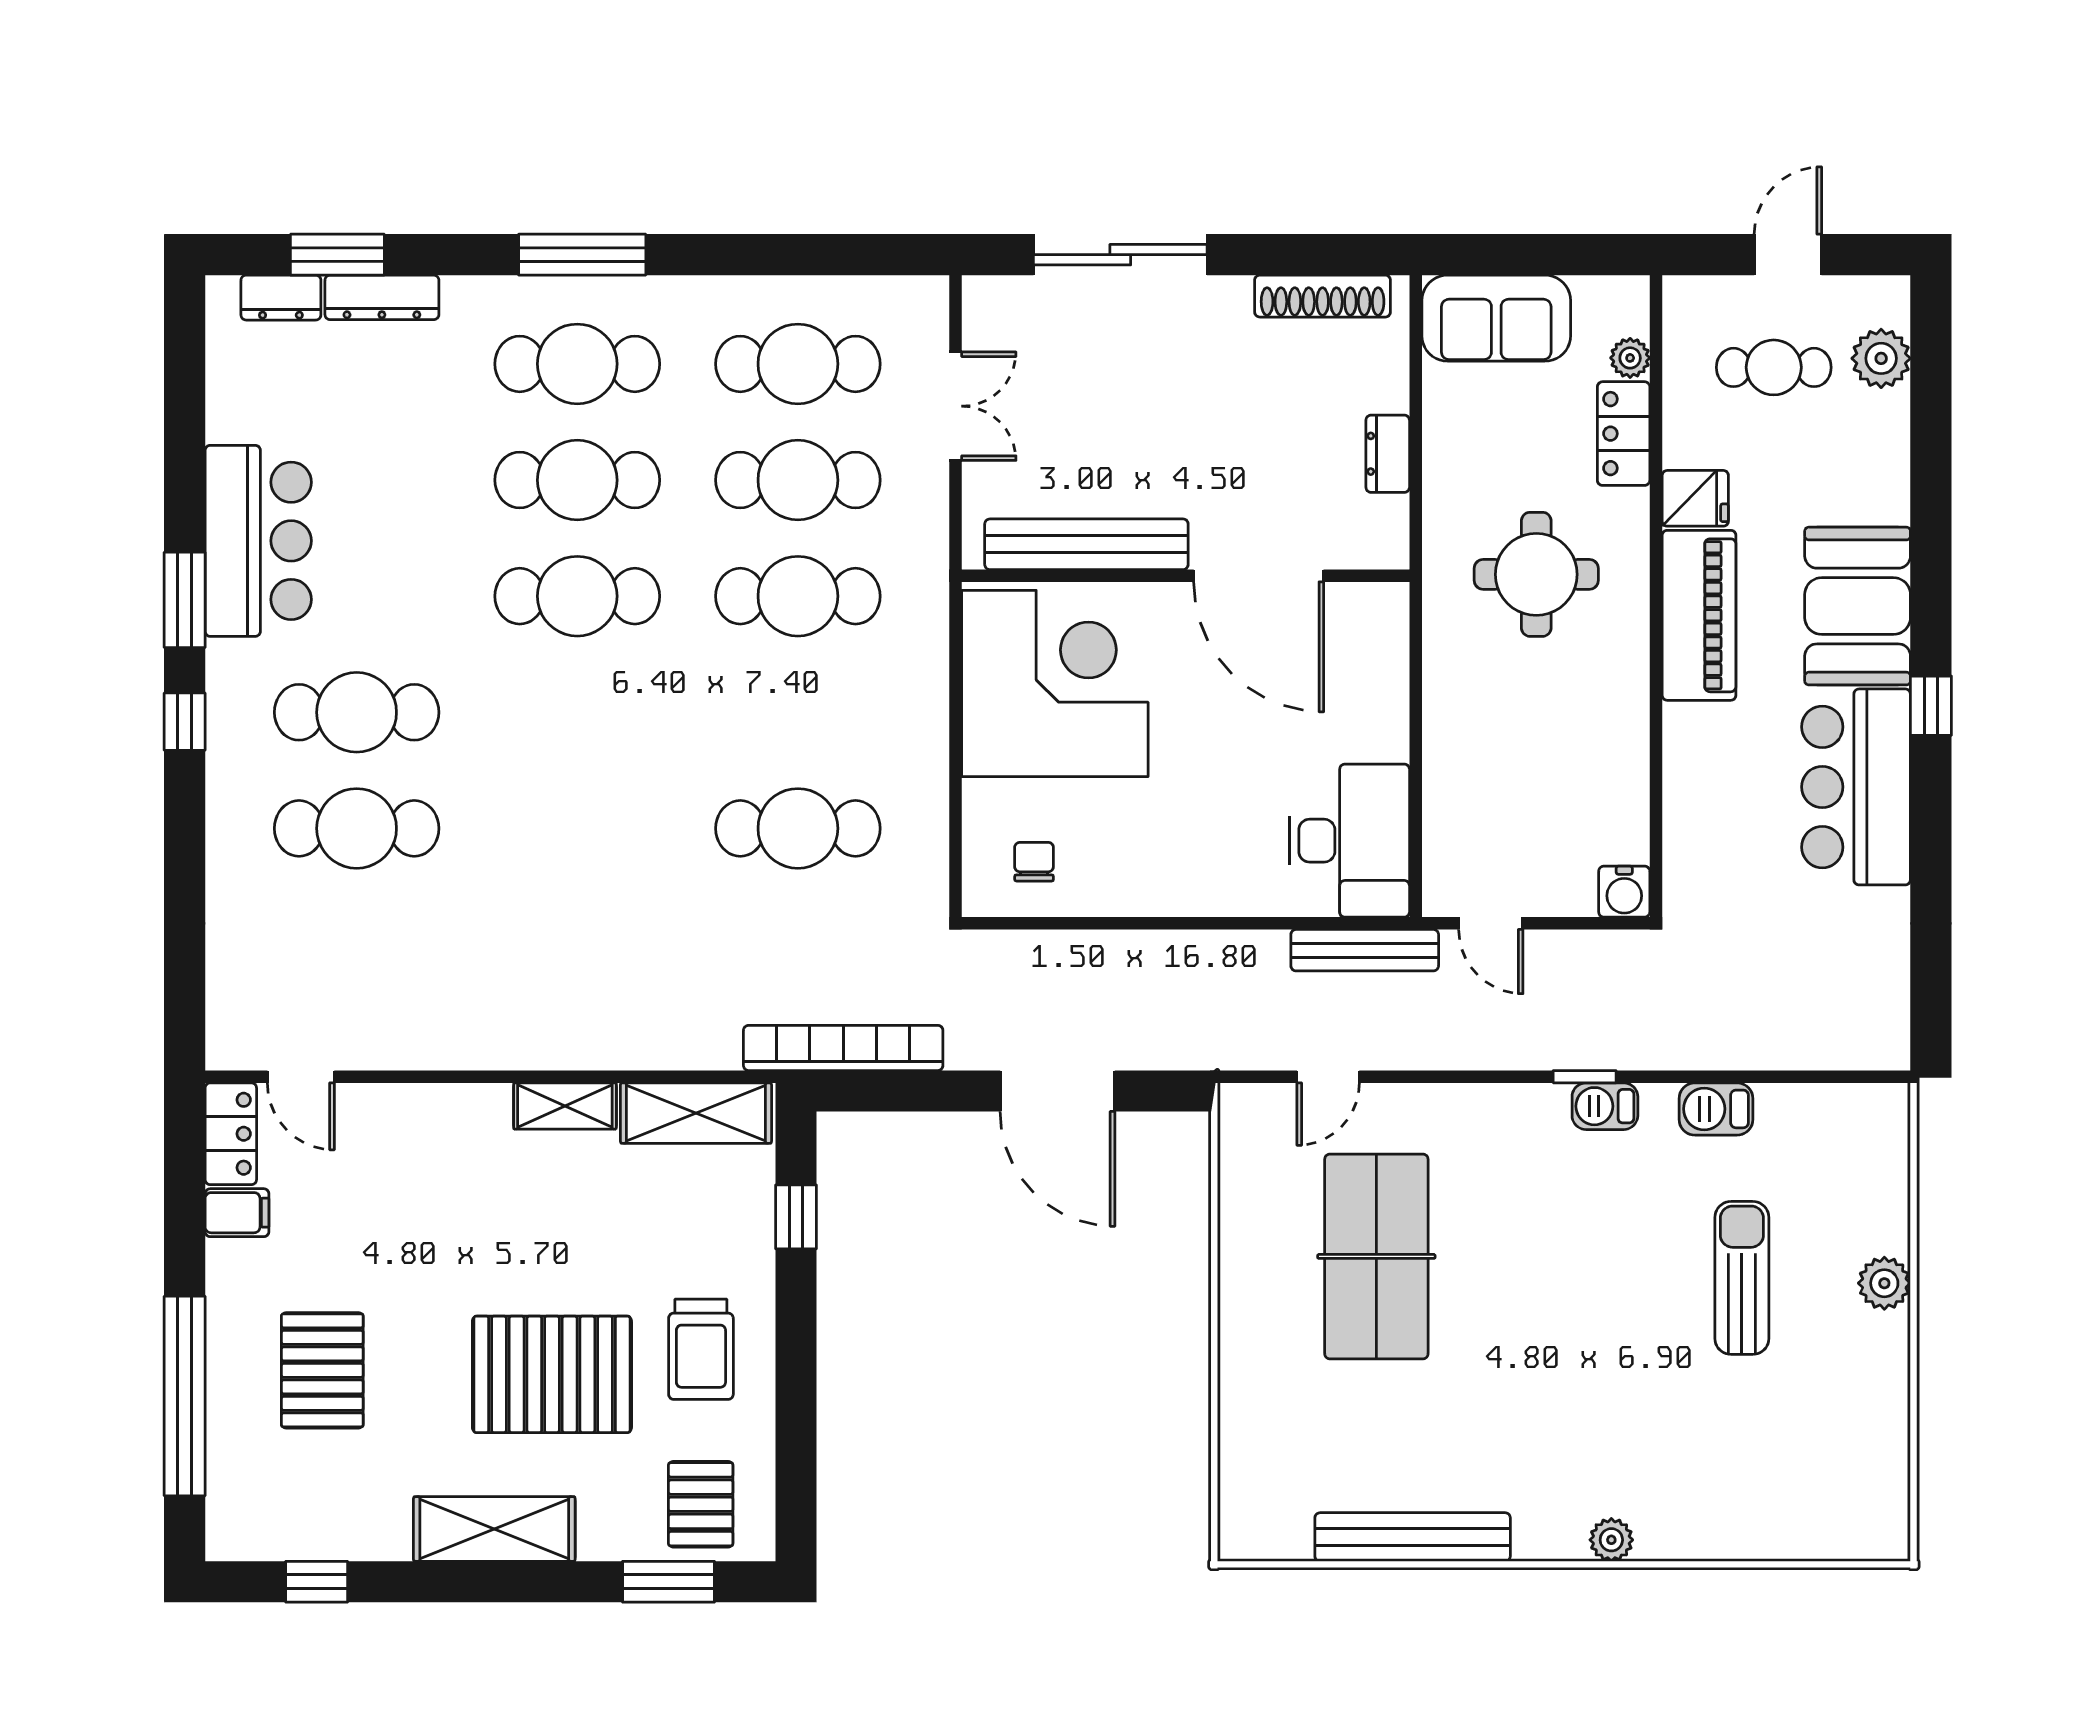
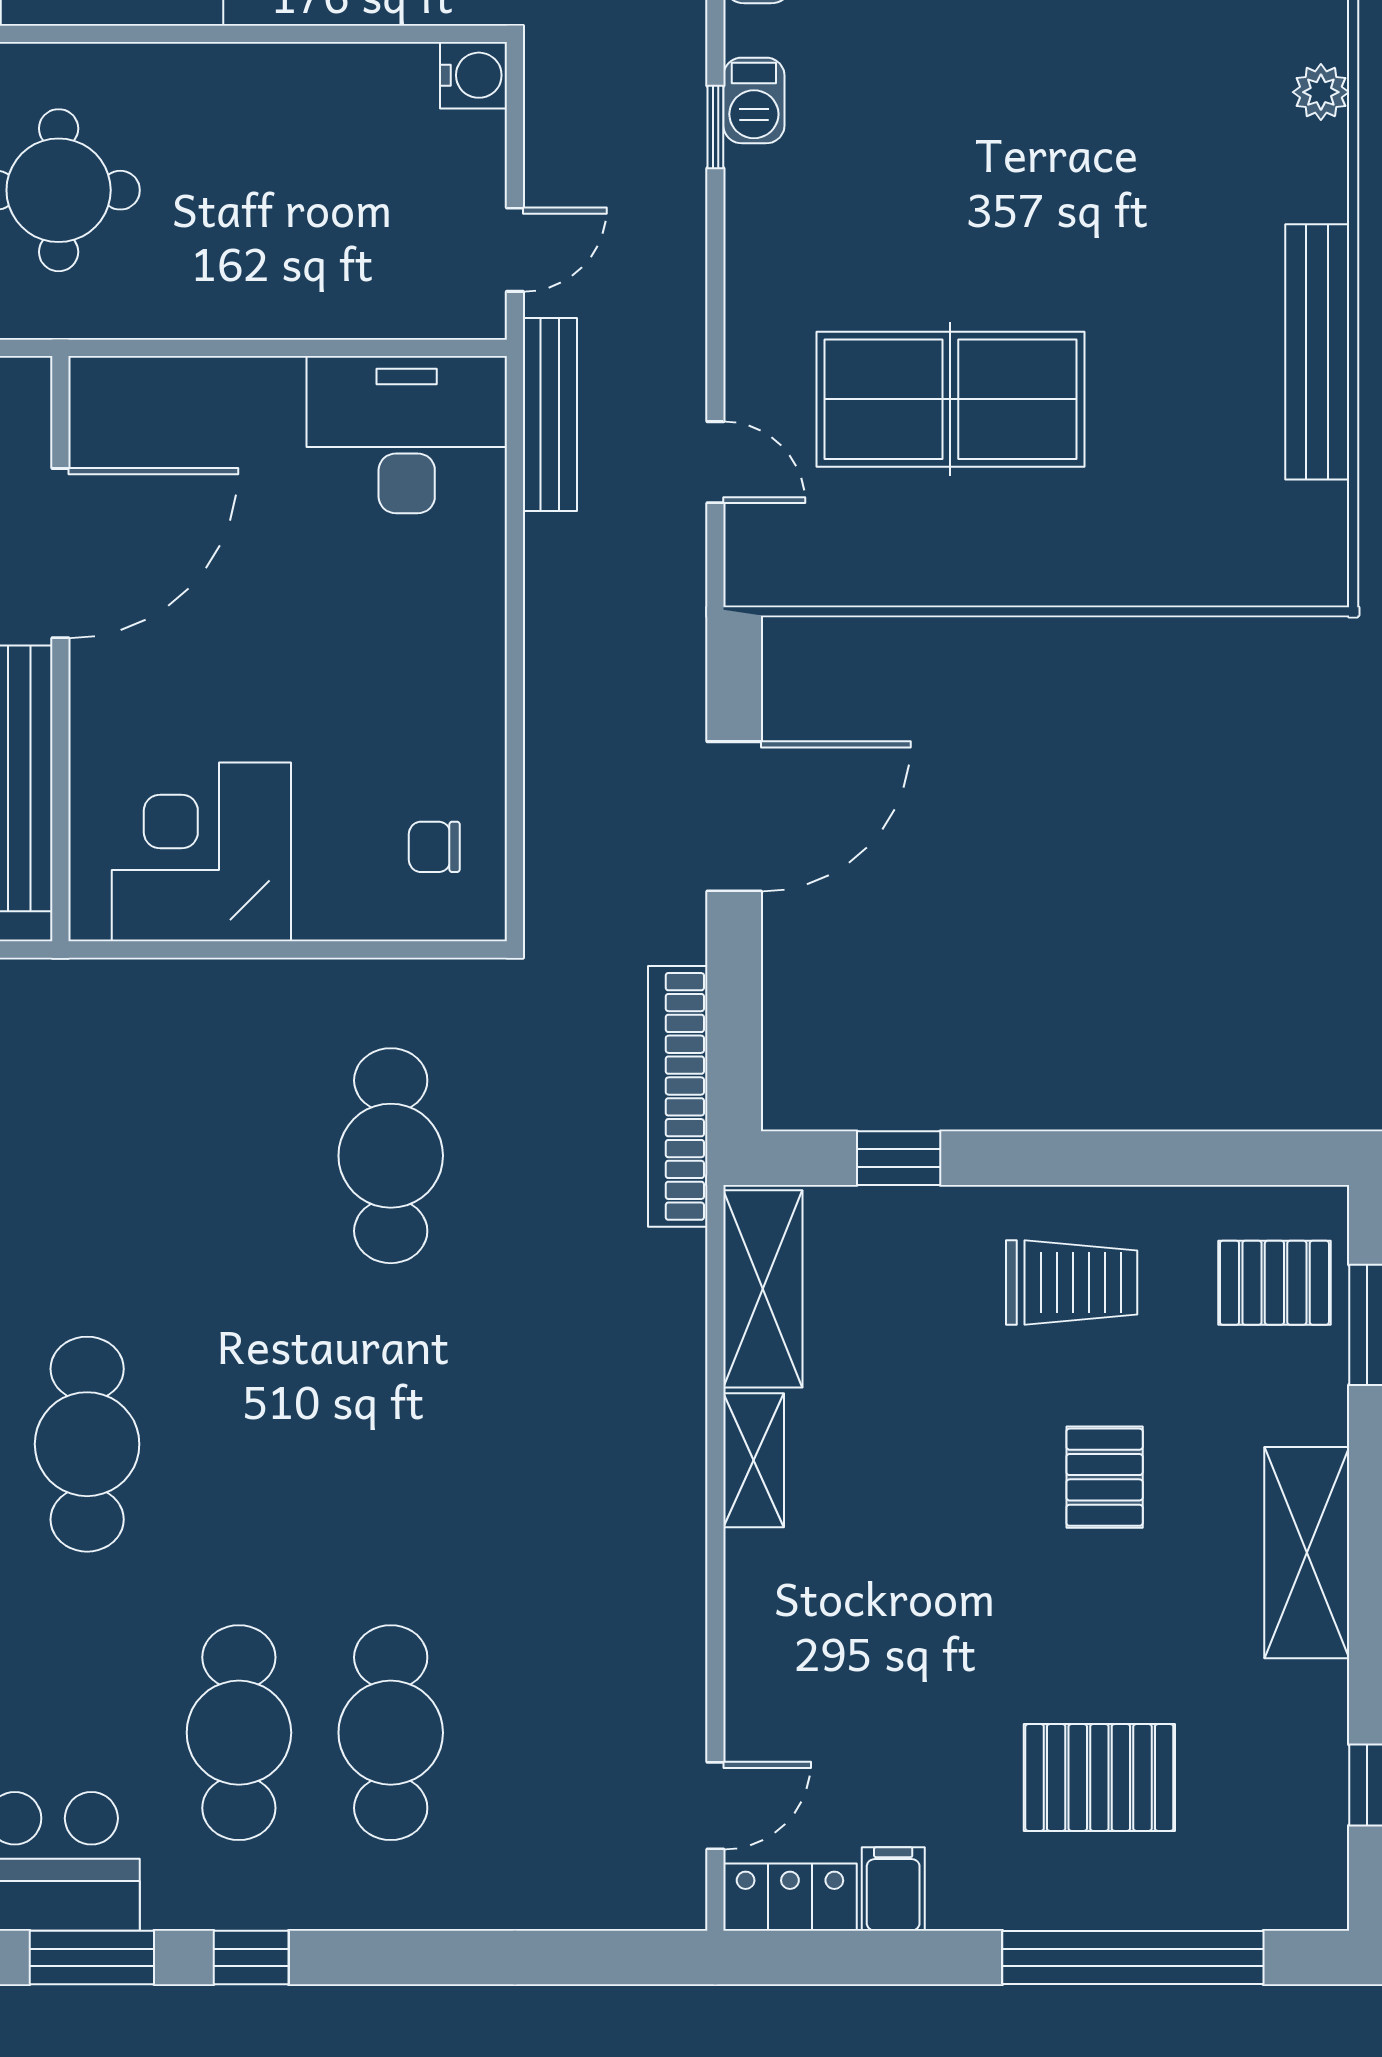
cafe table: (798, 596) -> (87, 1156), removed
corner desk: (1055, 684) -> (201, 852), width x0.74, depth x0.74
pallet: (552, 1374) -> (1105, 1477), width x0.49, depth x0.50

